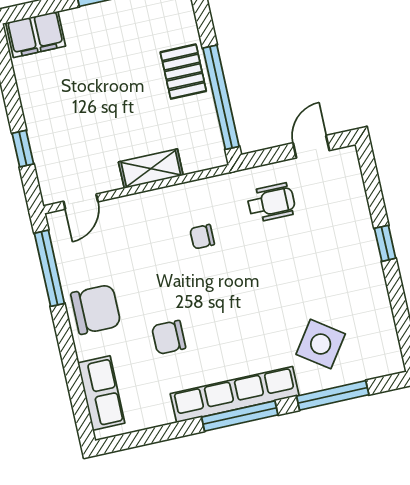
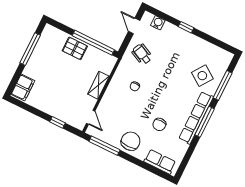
water cooler: (352, 185) -> (158, 23), added
wheelchair: (271, 203) -> (142, 54), turned -64

